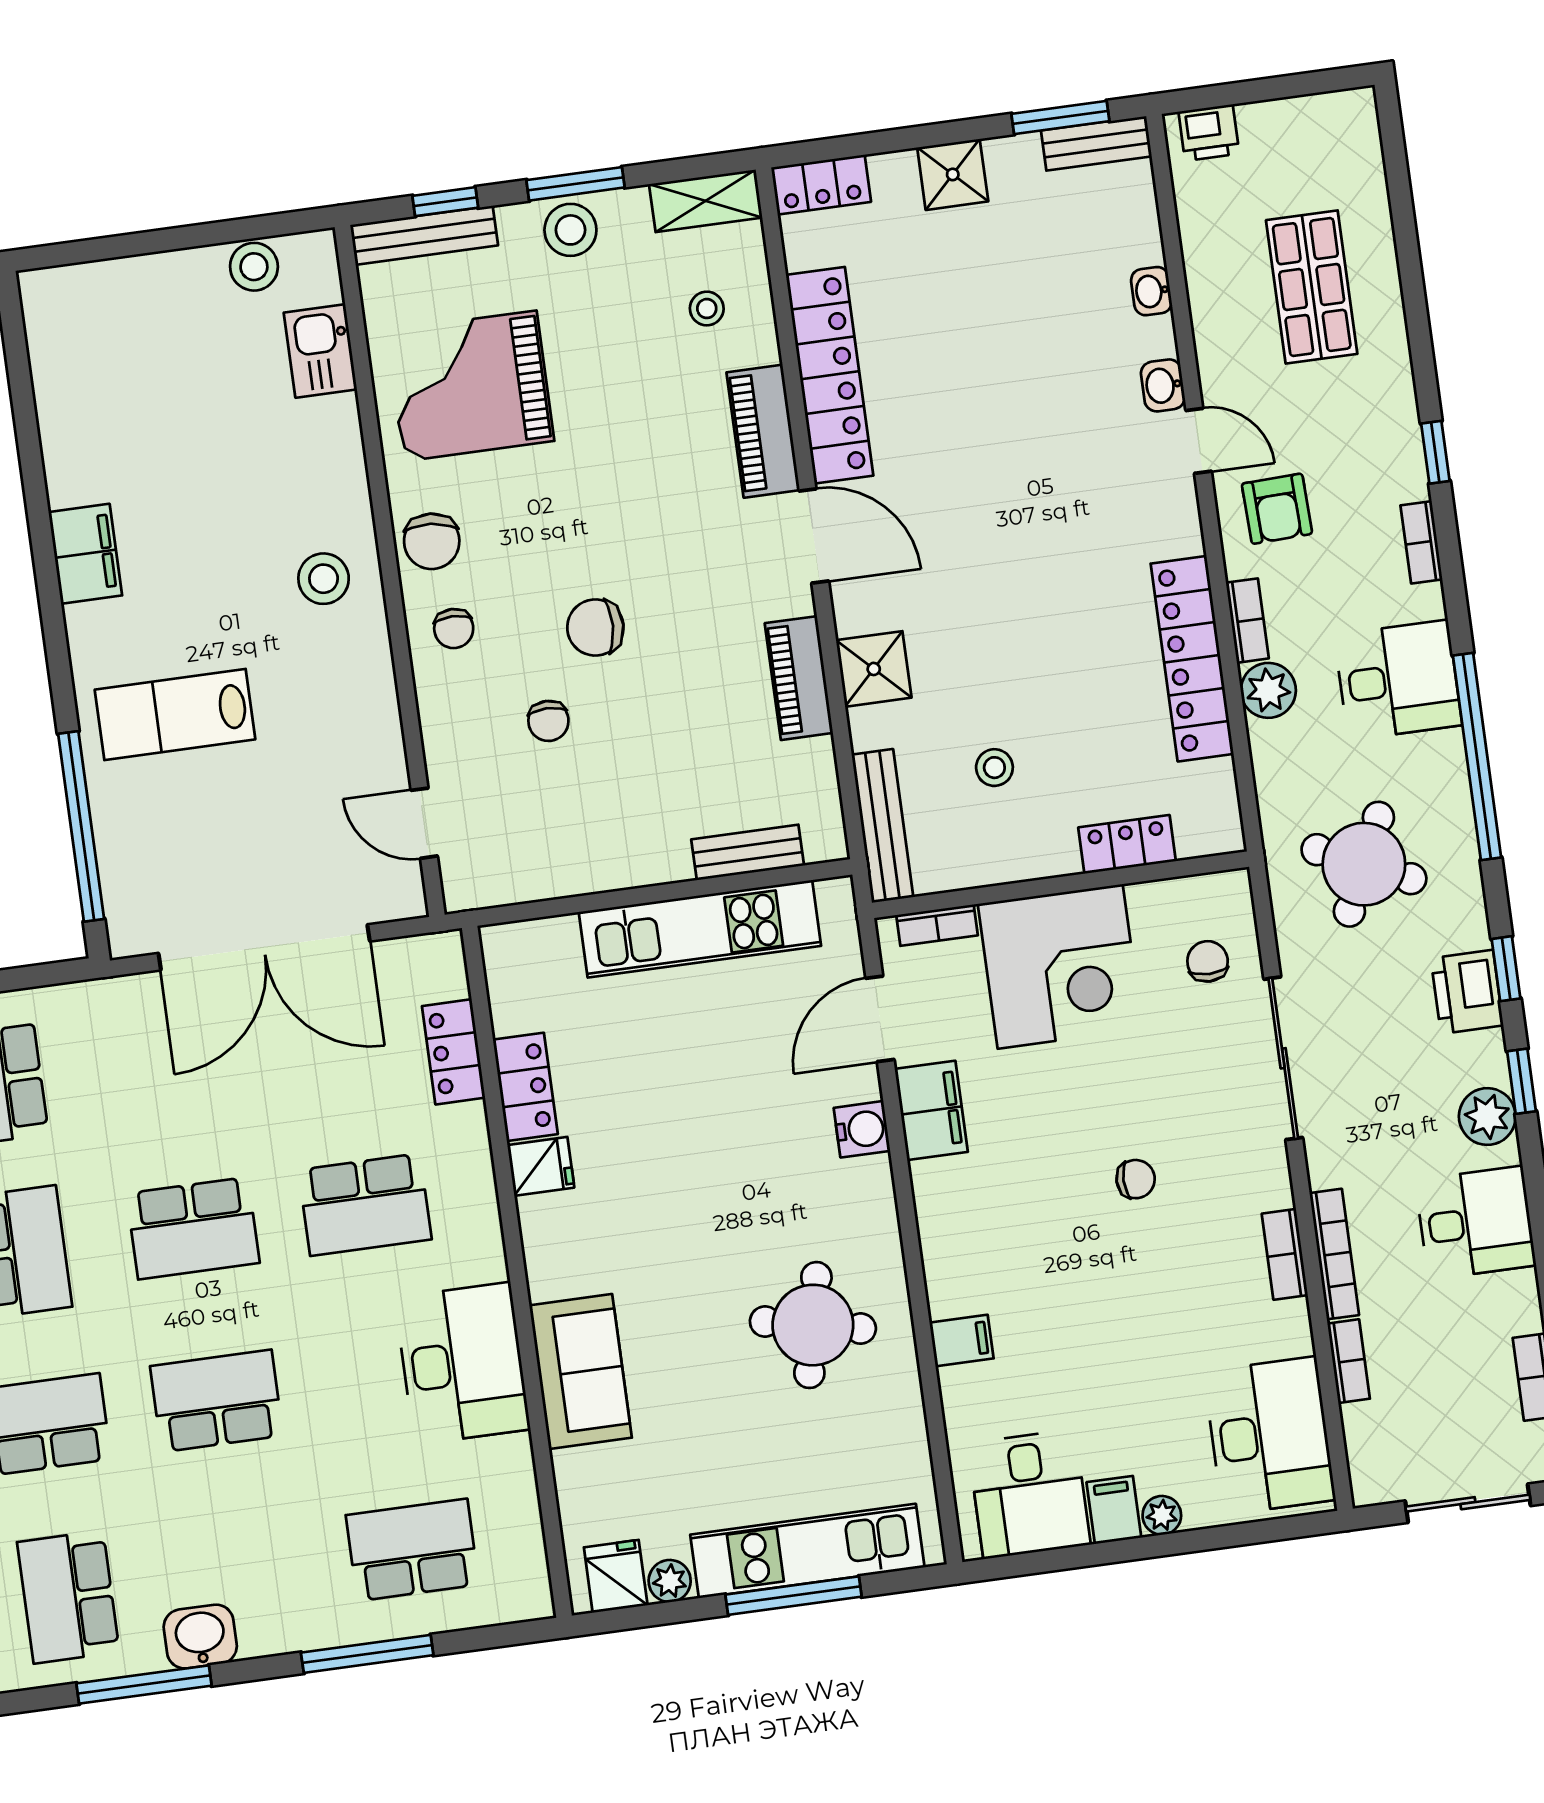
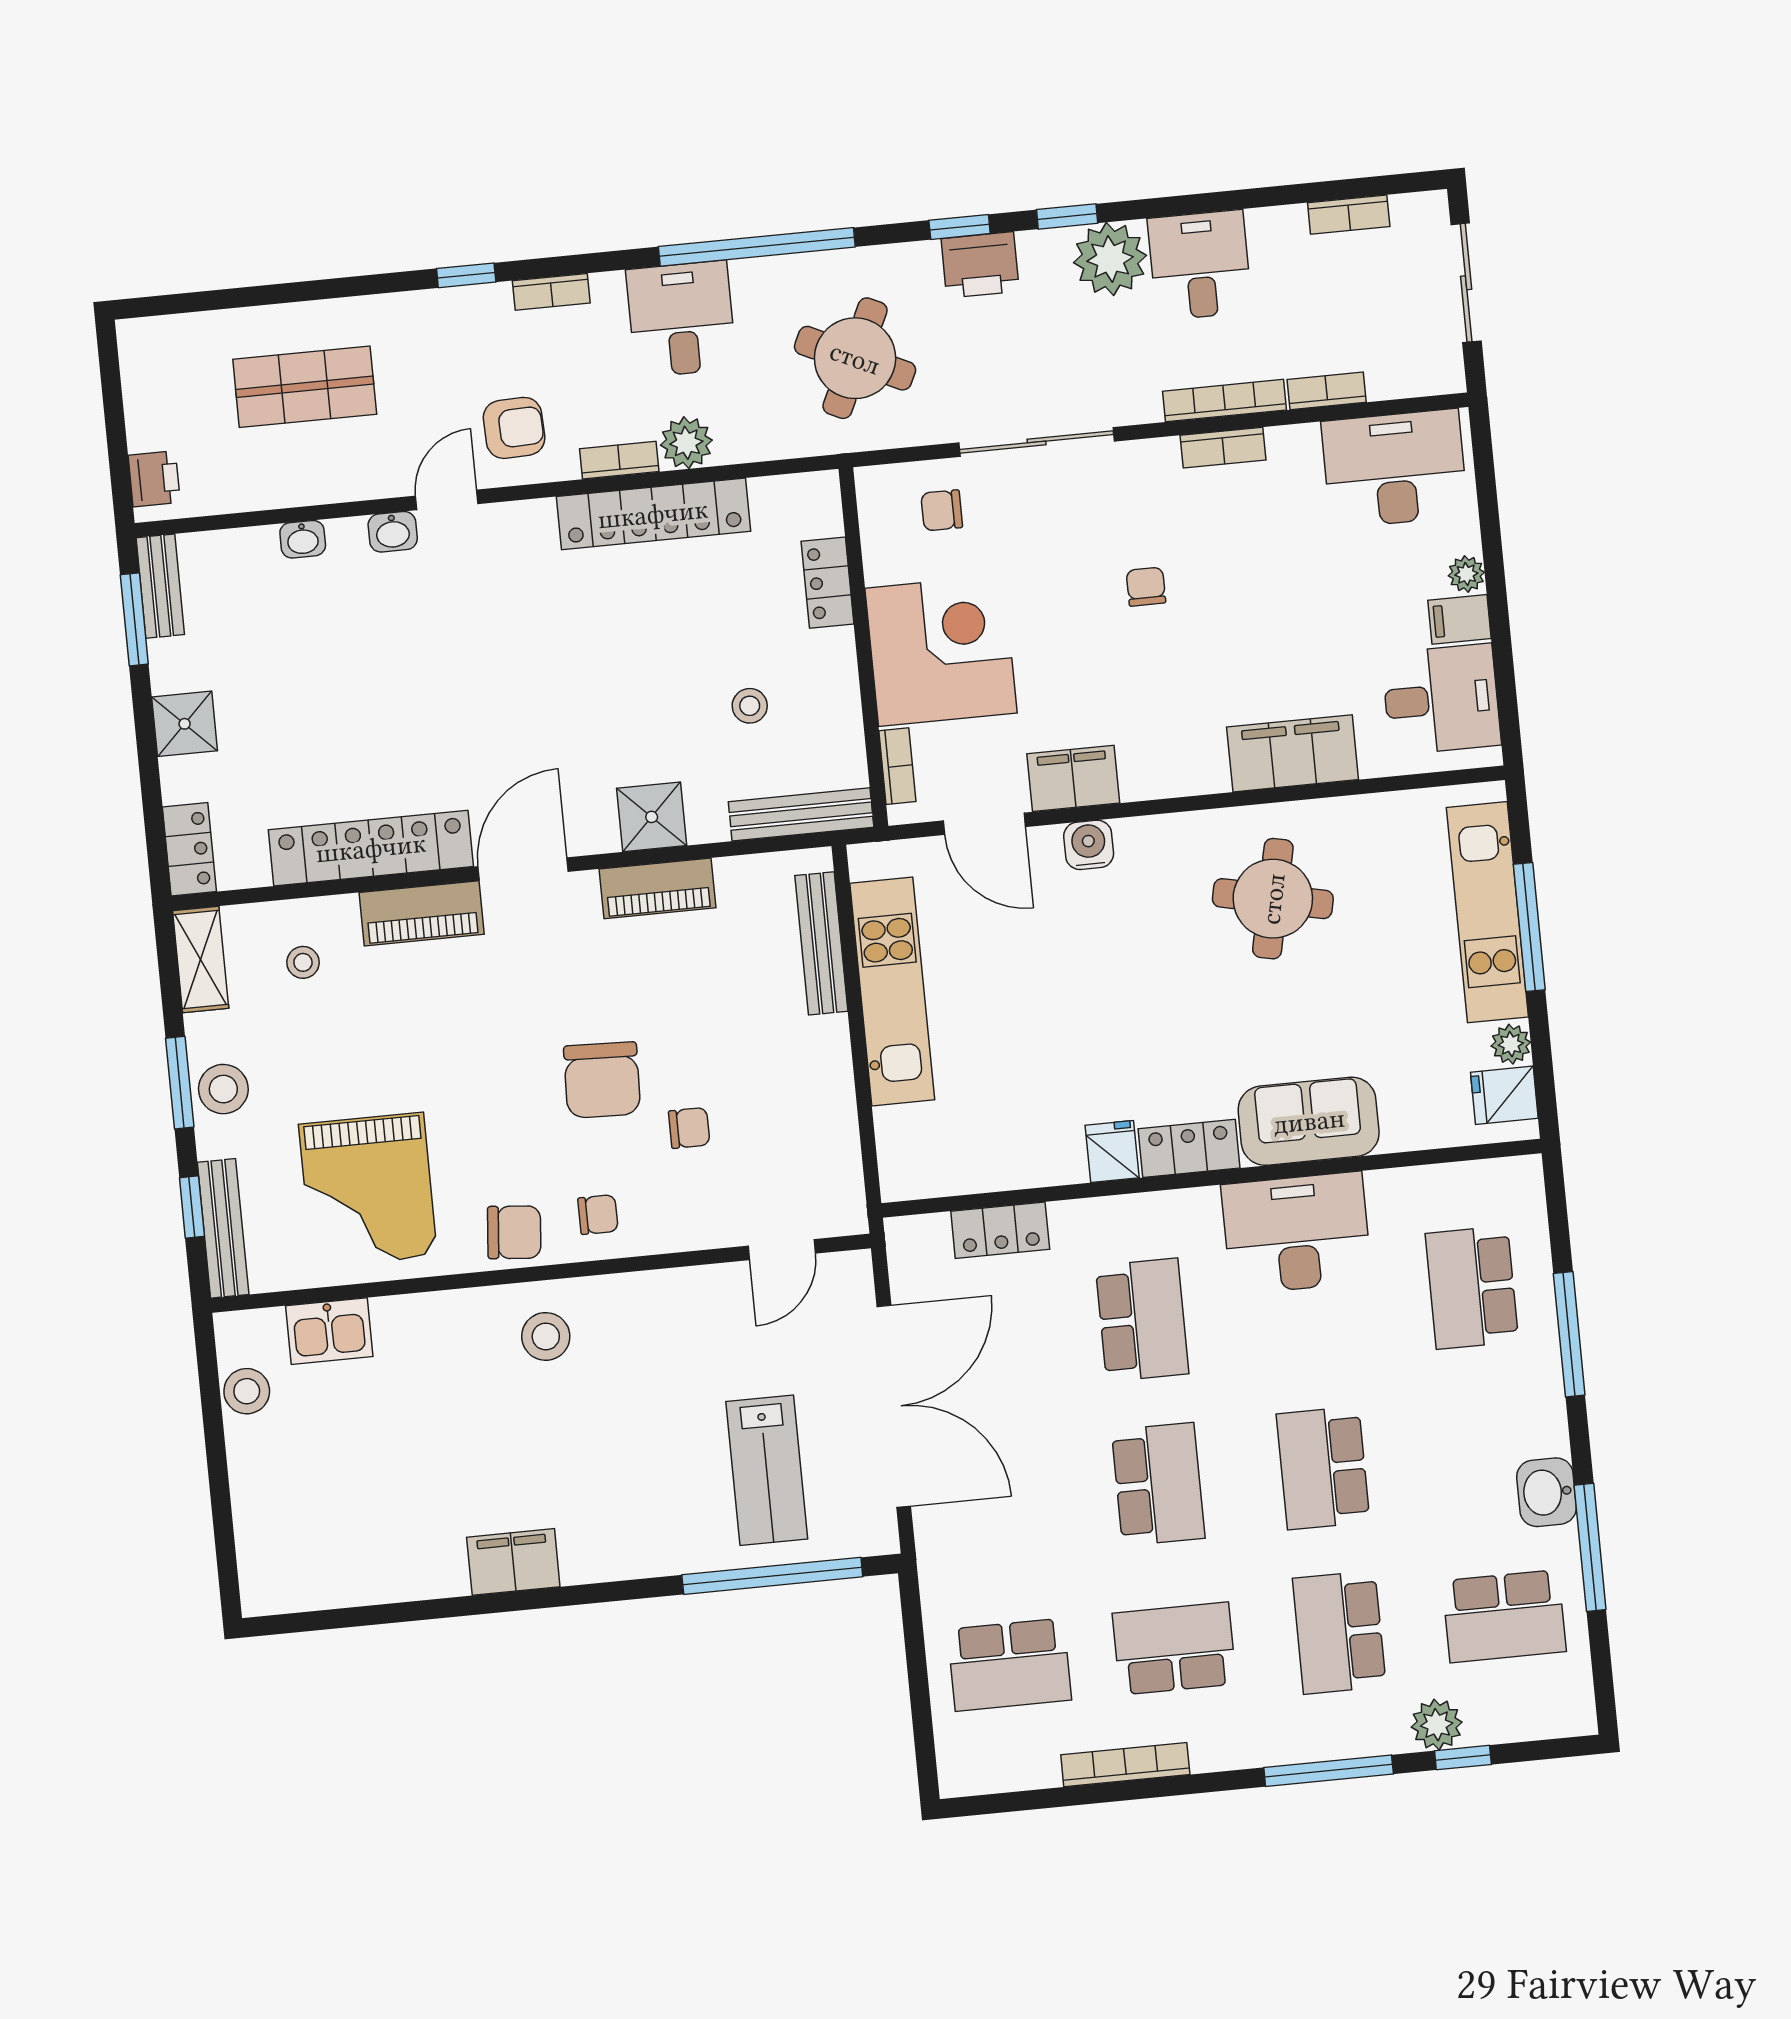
chair: (595, 628) -> (602, 1080), width x1.37, depth x1.37
lab bench: (175, 715) -> (767, 1470), moved
bench: (748, 852) -> (821, 943), width x1.36
locker: (525, 1087) -> (1189, 1148), moved
plant: (1487, 1117) -> (1110, 259), width x1.36, depth x1.36
filing cabinet: (961, 1341) -> (1293, 753), width x3.00, depth x1.17

